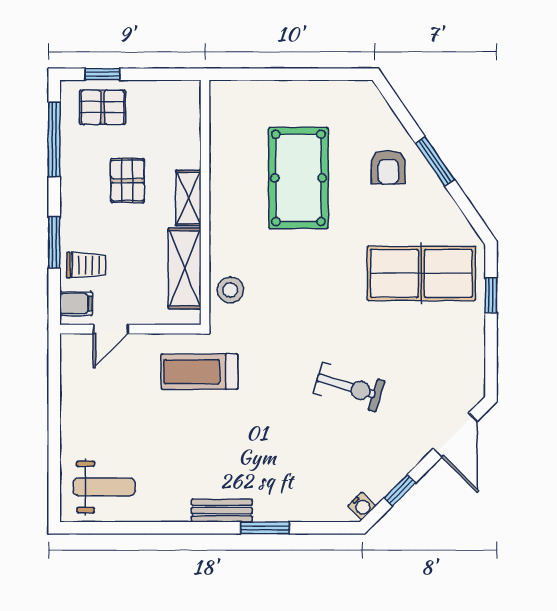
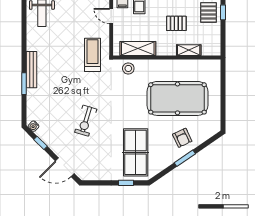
armchair: (388, 167) -> (182, 138), turned -115
pool table: (298, 178) -> (177, 98), width x1.36, depth x1.32
shelving: (188, 198) -> (189, 50), moved
bench: (222, 511) -> (32, 70), width x1.36

